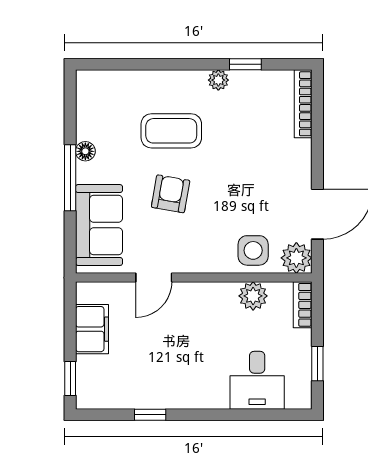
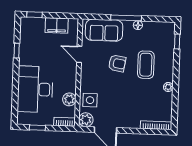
window: (245, 64) -> (177, 41), moved
desk: (257, 380) -> (35, 89), width x1.87, depth x1.30

